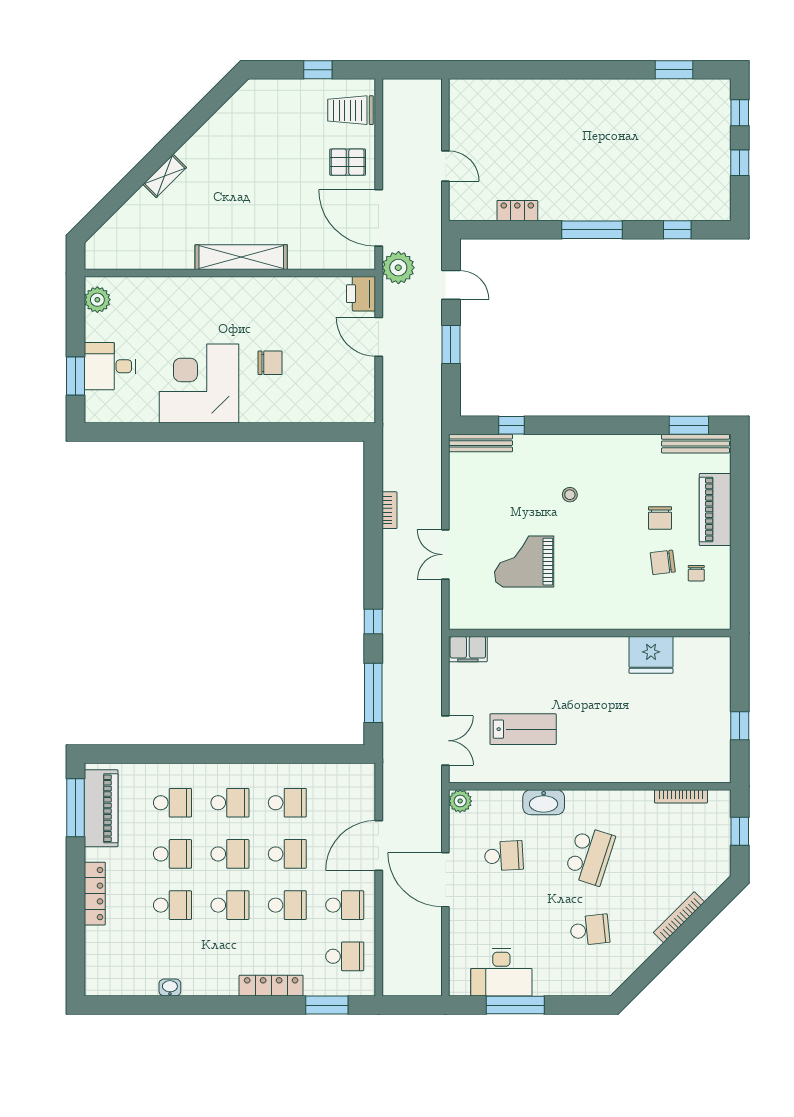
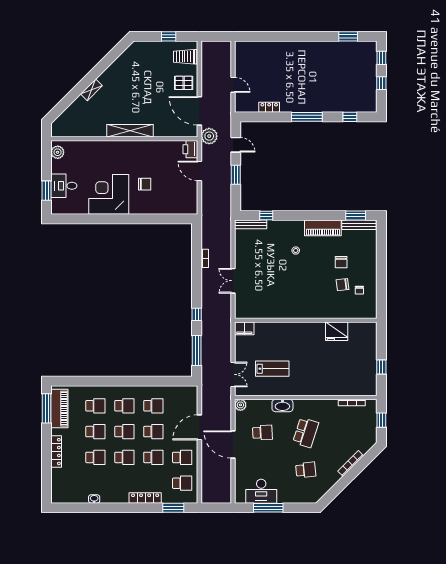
piano: (715, 510) -> (323, 228), moved, turned -90
grand piano: (524, 562) -> (273, 284), removed

